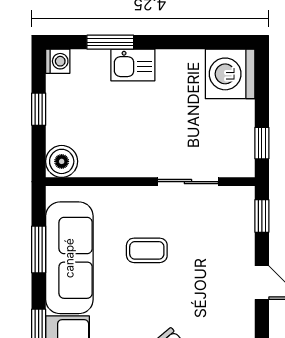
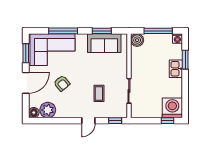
window: (39, 109) -> (158, 31), width x2.17
window: (262, 143) -> (167, 121), moved
coffee table: (147, 250) -> (99, 93), moved
sofa: (69, 258) -> (104, 43), width x0.73

